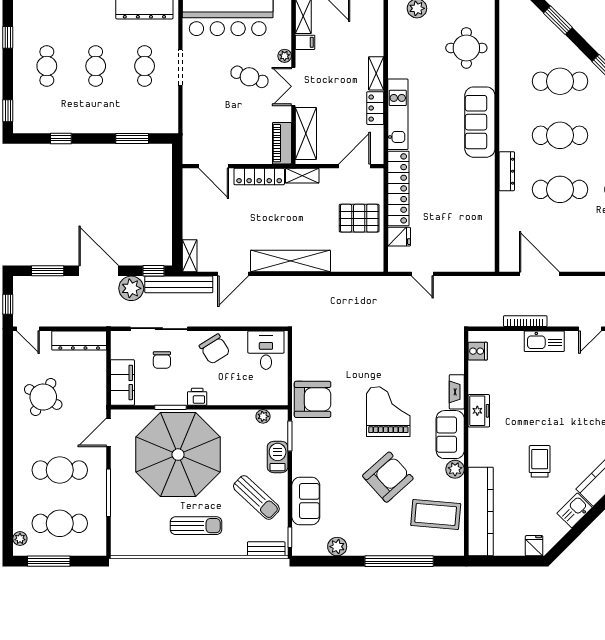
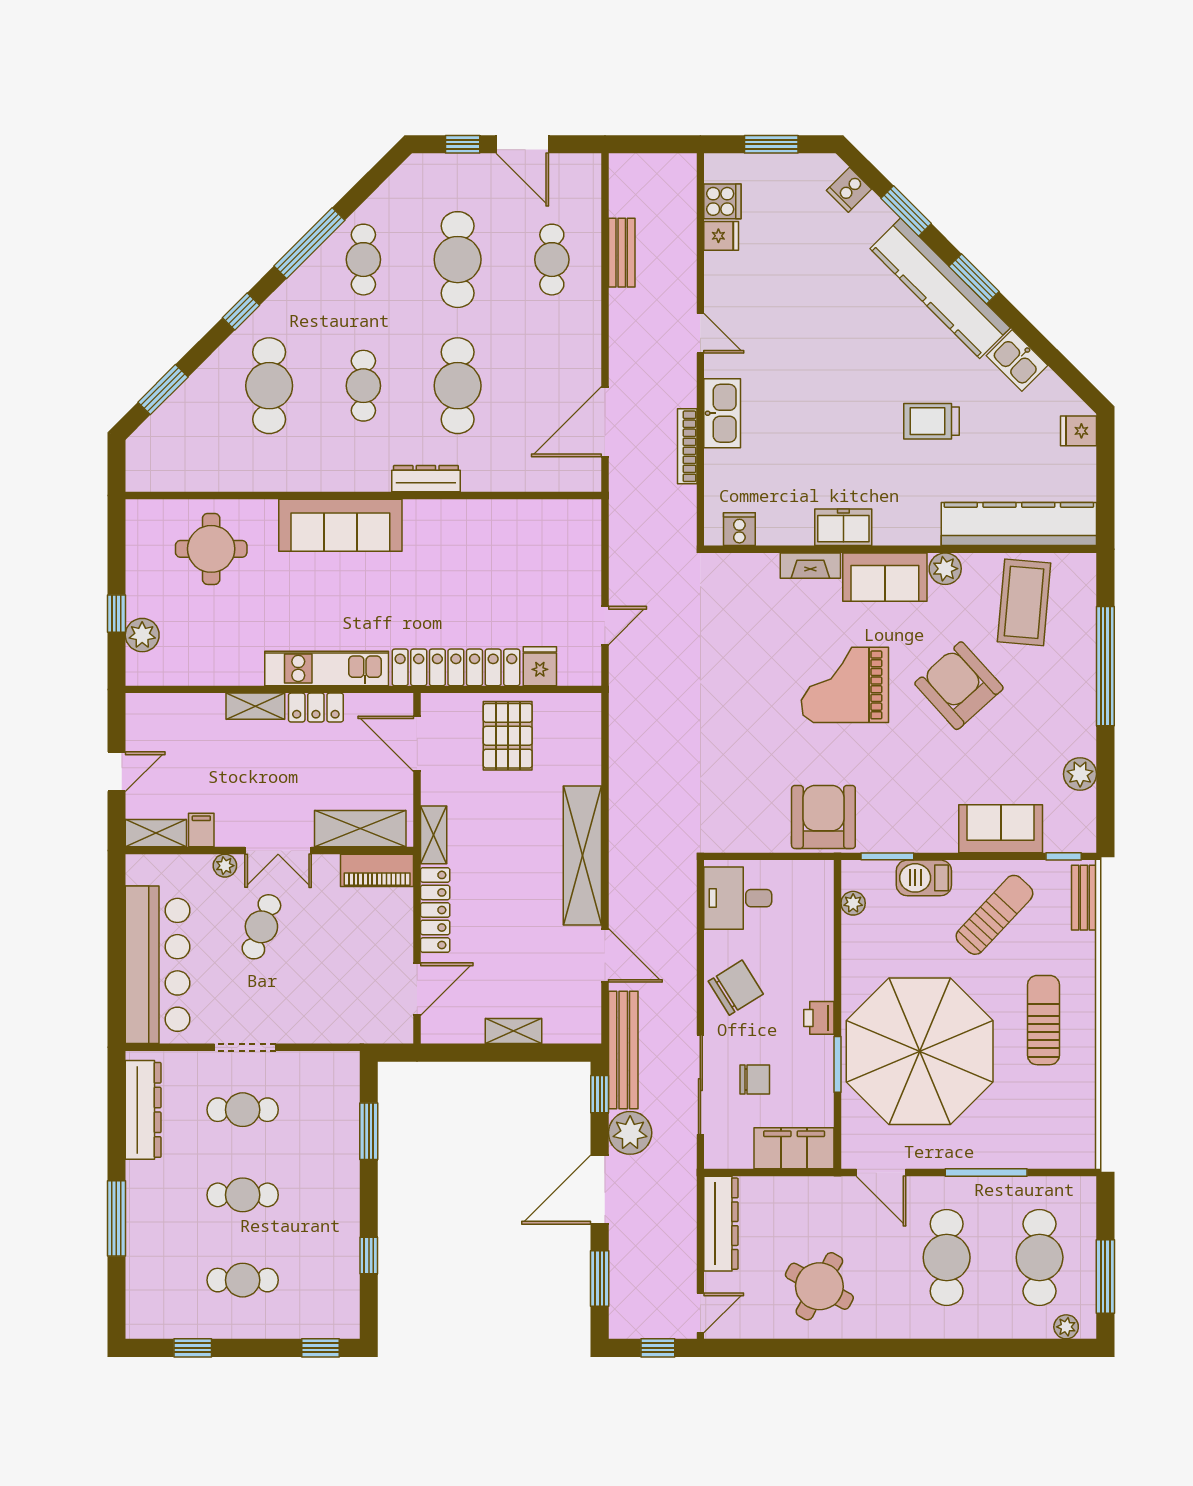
cafe table: (560, 135) -> (363, 386), width x0.73, depth x0.74
shelving: (190, 256) -> (513, 1031), moved

